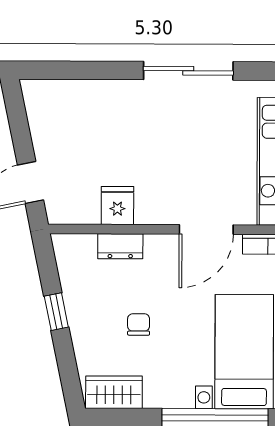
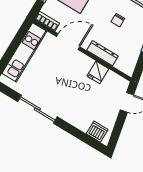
dishwasher: (53, 96) -> (97, 132), added
dresser: (120, 246) -> (103, 53), width x1.44

